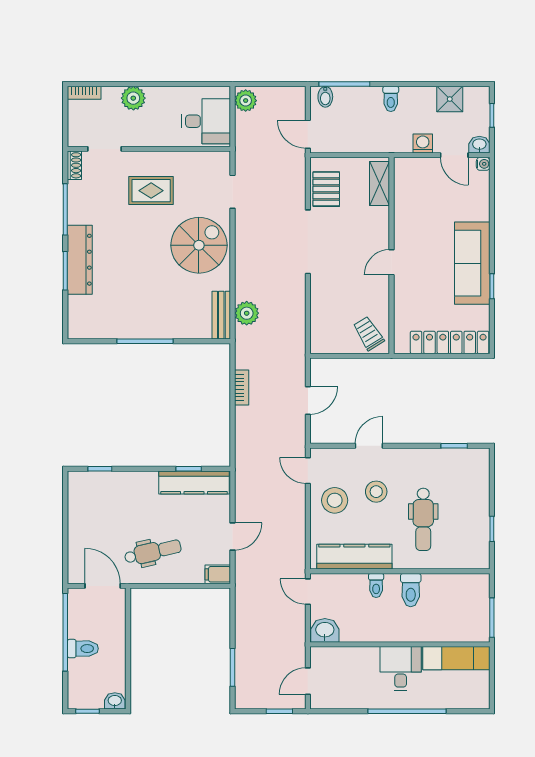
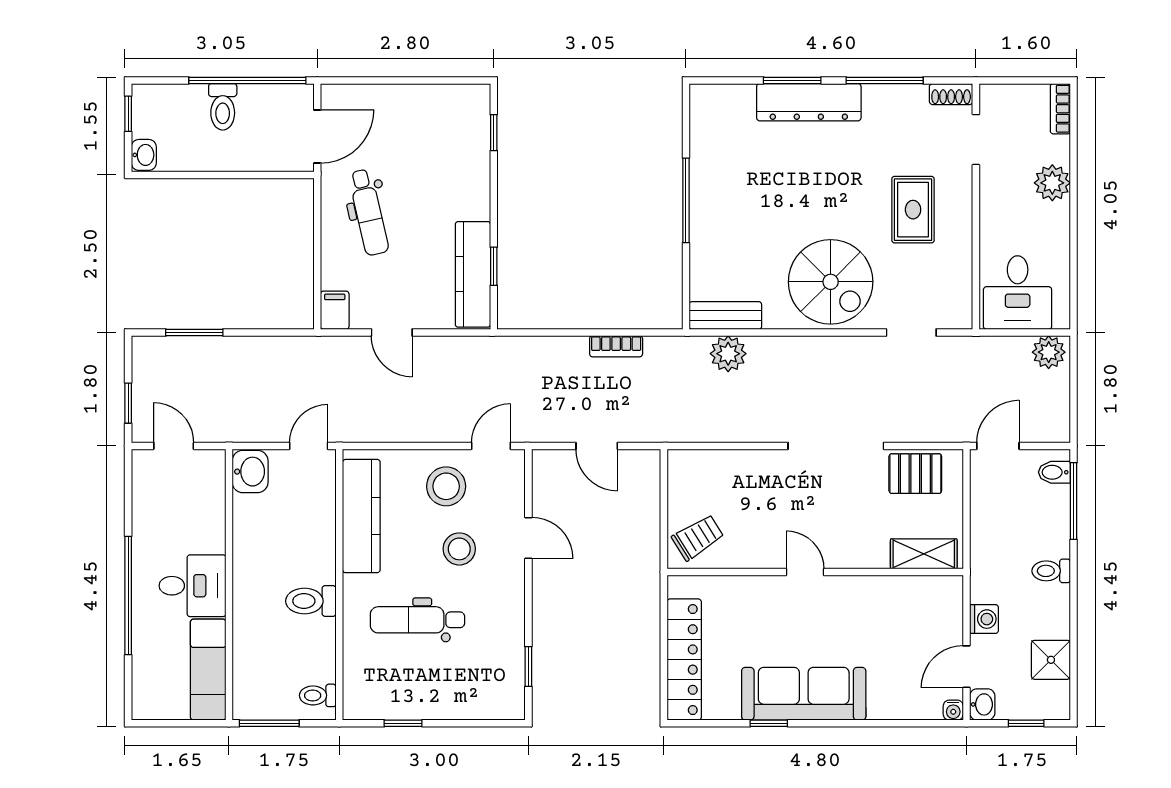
toilet: (376, 585) -> (318, 695), moved

